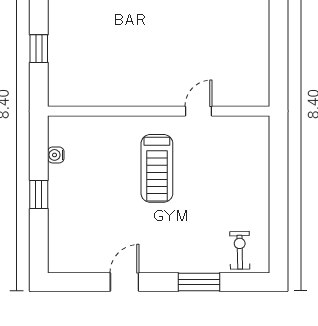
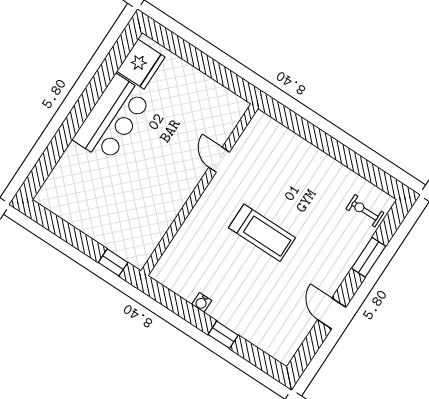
wall: (159, 111) -> (200, 190), moved
door: (198, 111) -> (219, 160), moved

